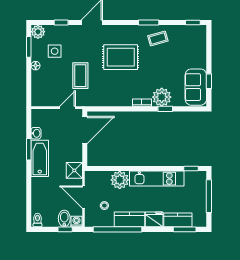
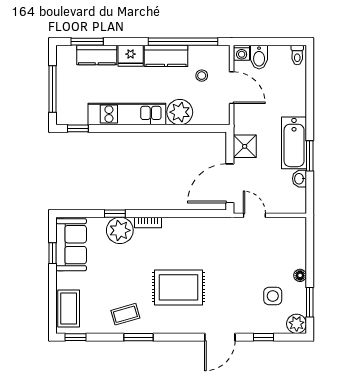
coffee table: (80, 76) -> (69, 308), moved
door: (67, 108) -> (254, 215), swing flipped
shower: (74, 170) -> (245, 146), moved
window: (65, 229) -> (258, 42), removed

